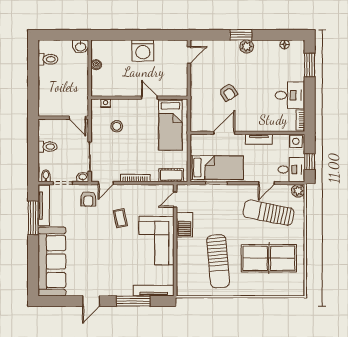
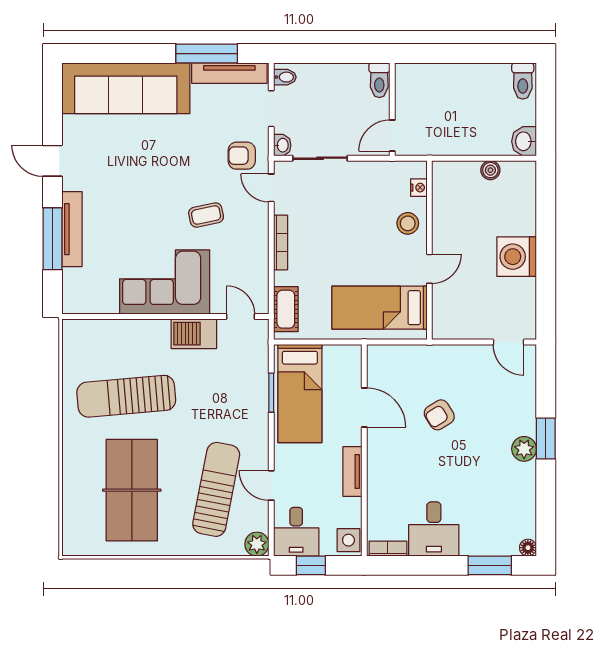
floor lamp: (285, 44) -> (528, 548), moved
toilet: (48, 59) -> (523, 81), moved
stool: (117, 126) -> (408, 223), moved
toilet: (48, 147) -> (379, 80), moved
tv unit: (154, 291) -> (72, 229), moved

